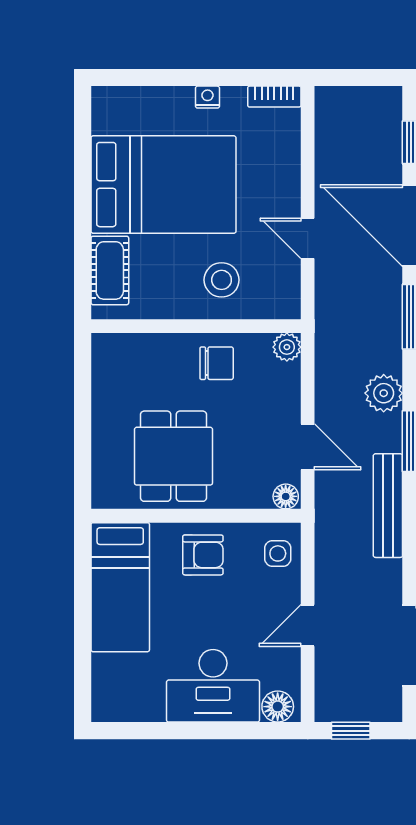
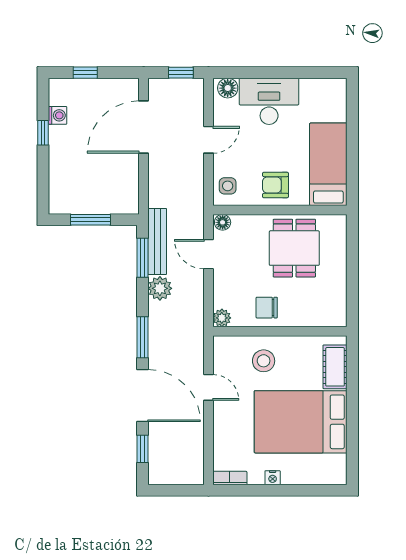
bench: (388, 506) -> (157, 241), moved

